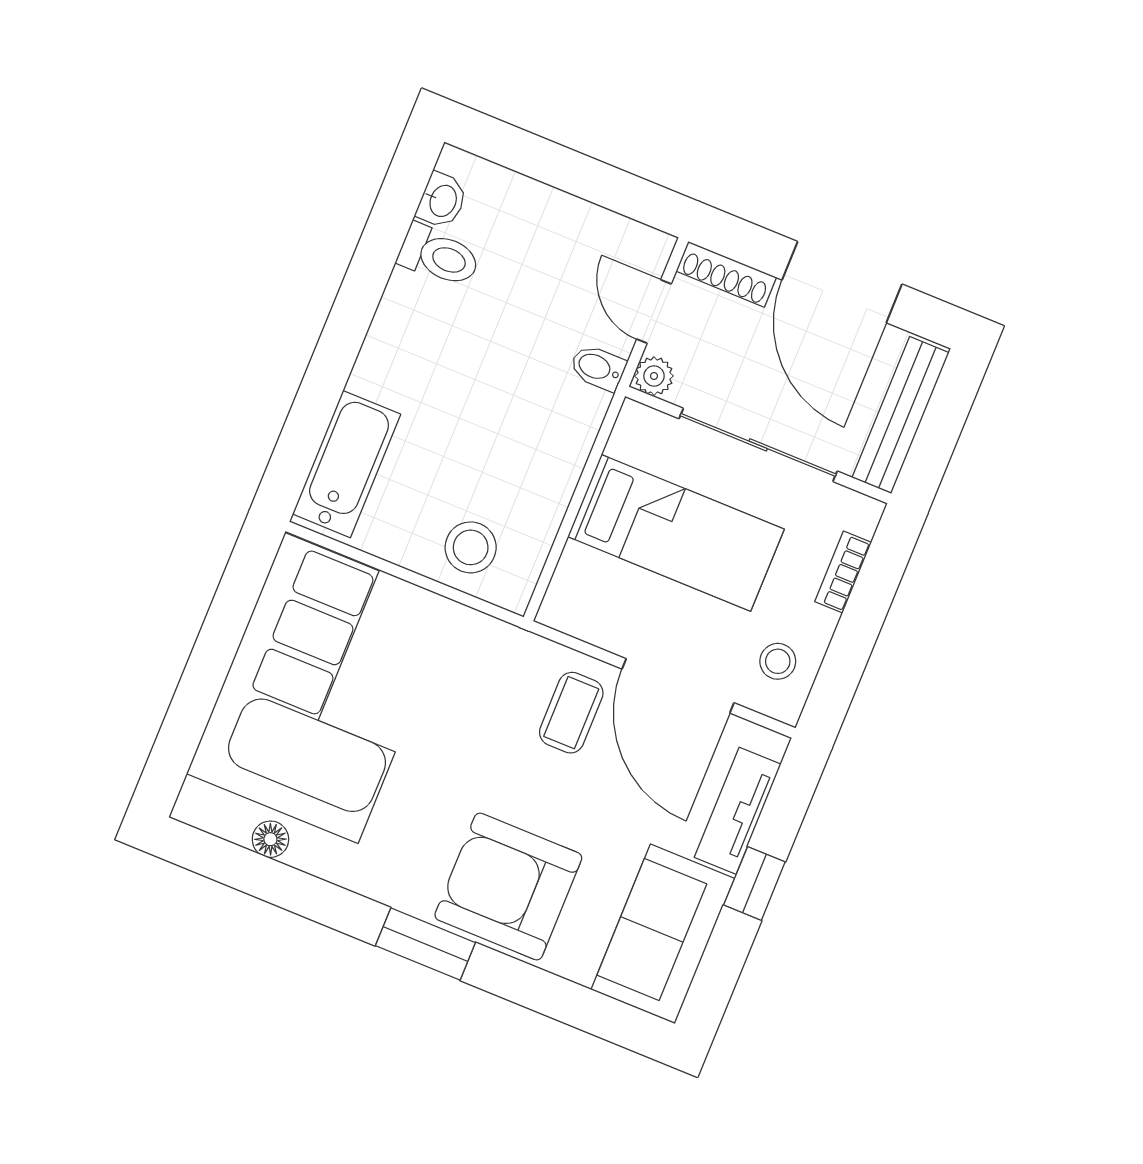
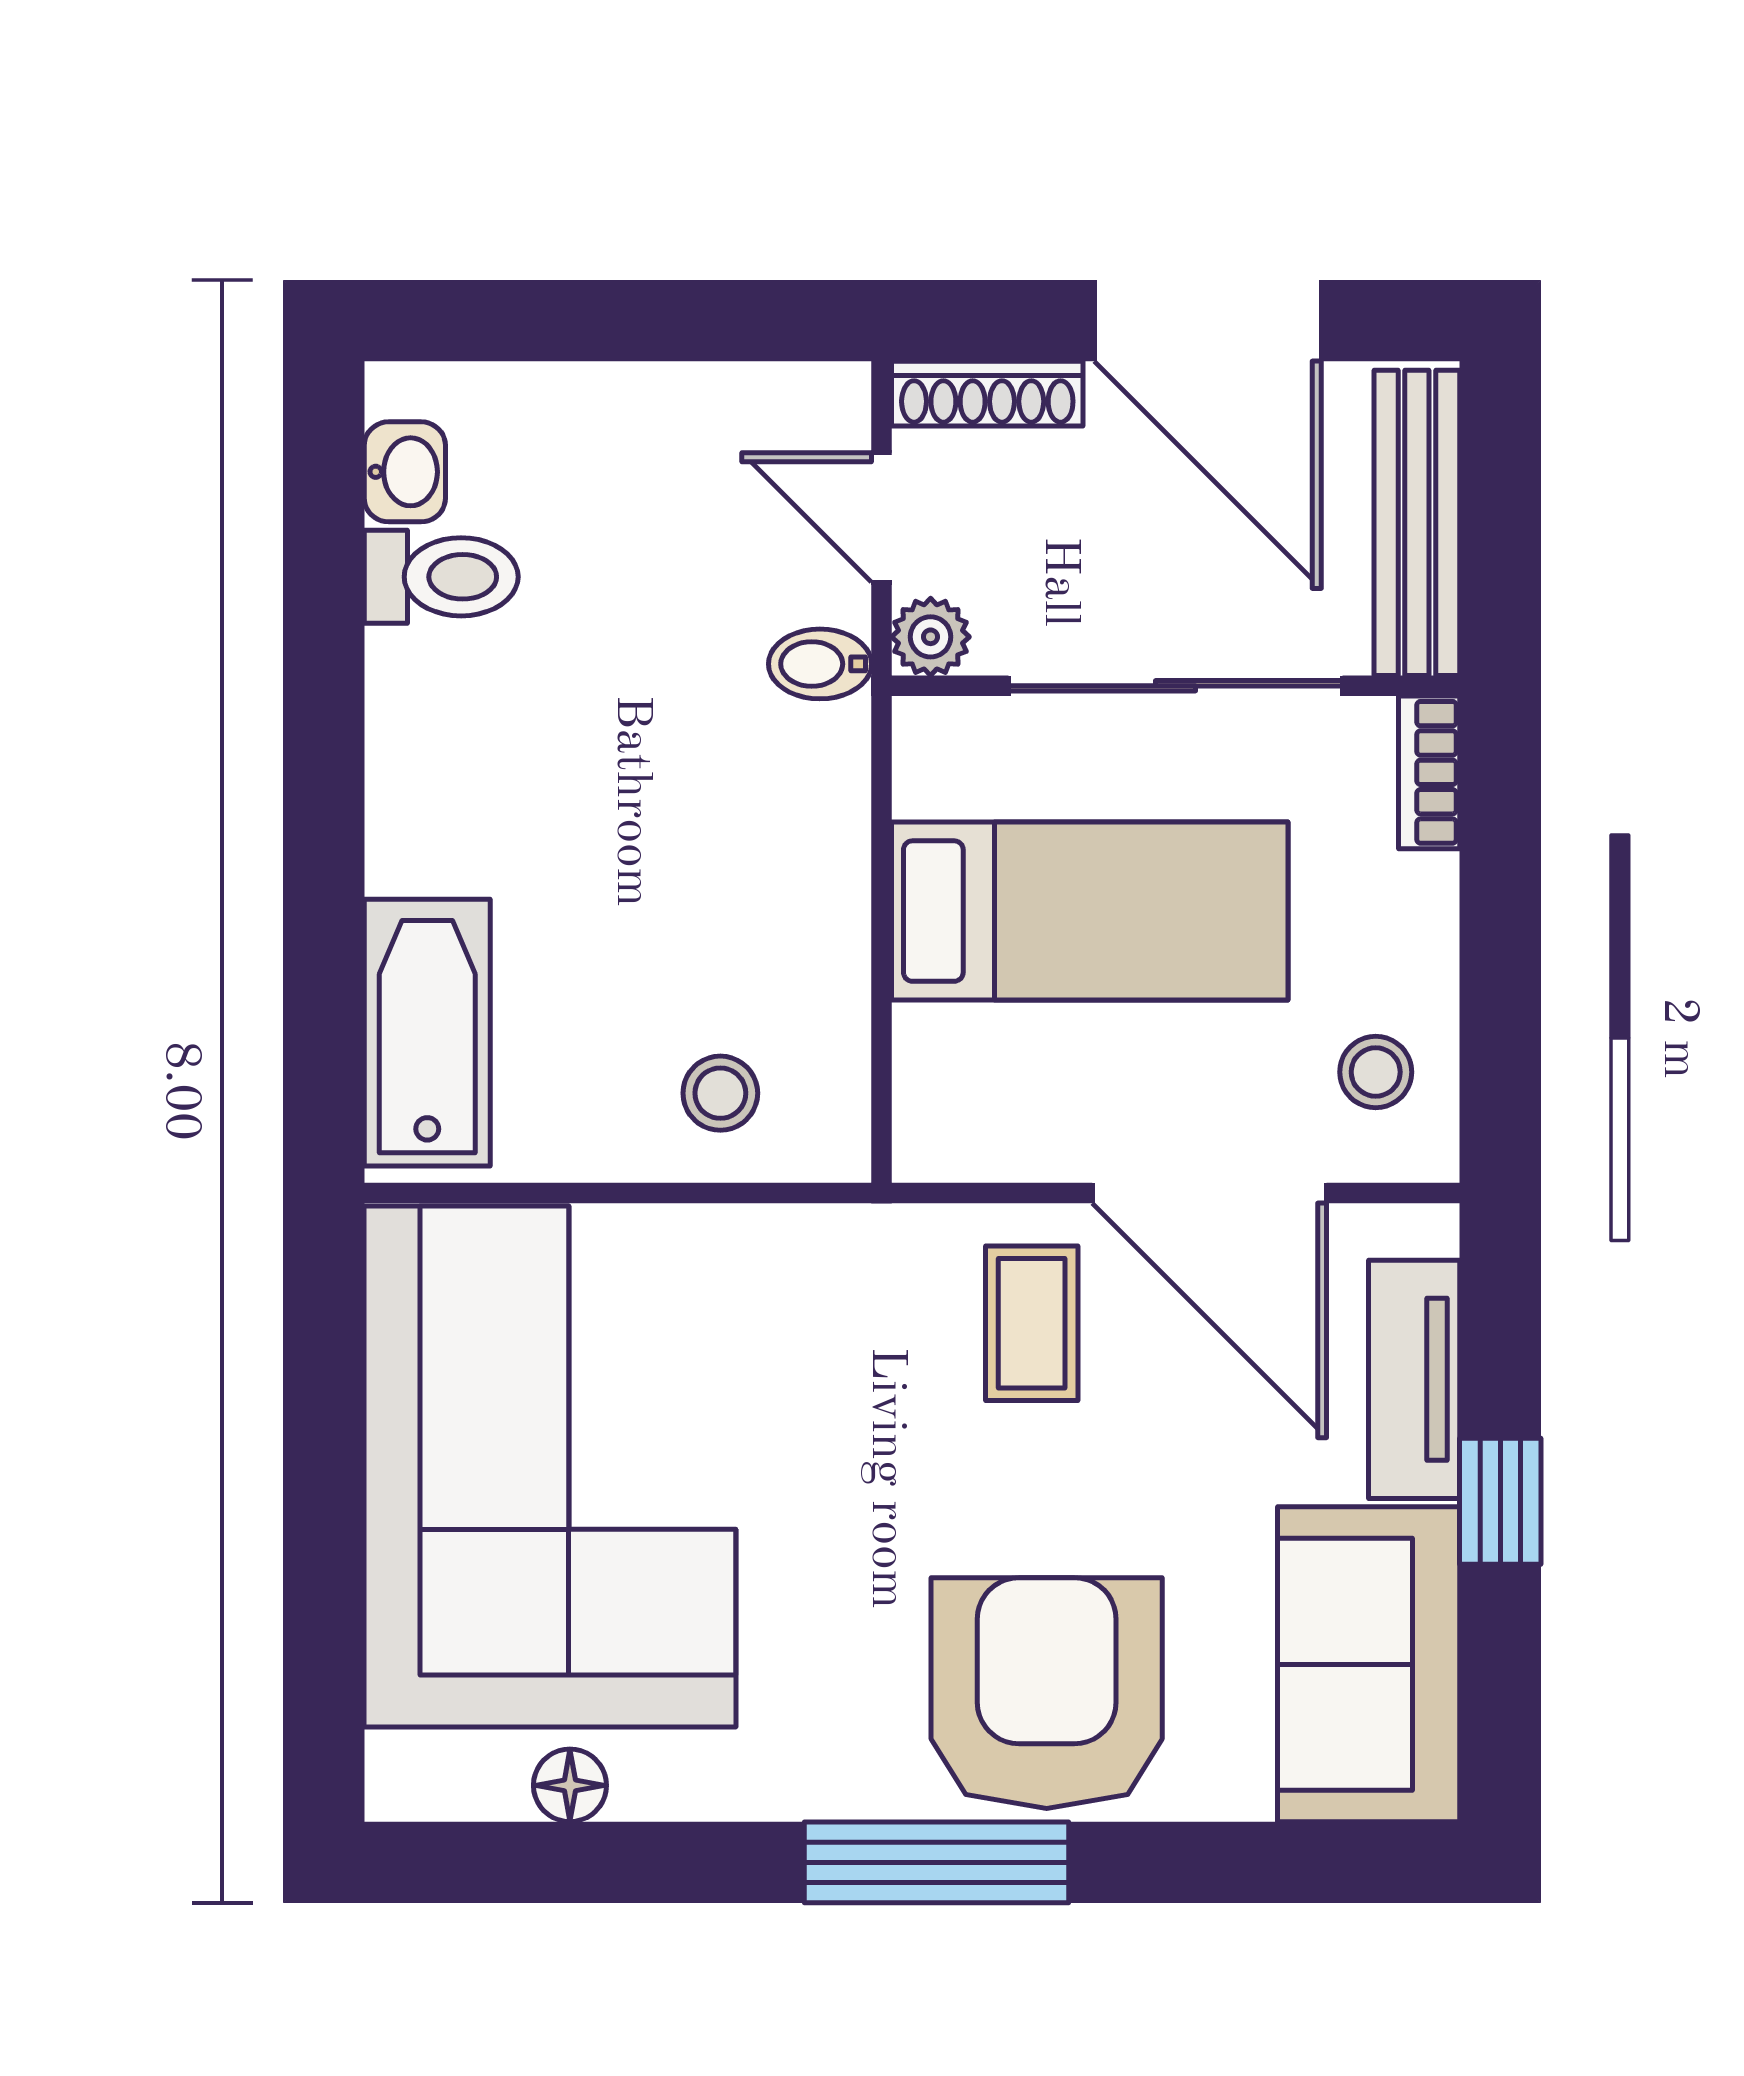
stool: (471, 547) -> (720, 1093), width x0.73, depth x0.73
bookcase: (843, 572) -> (1429, 772), moved
armchair: (508, 886) -> (1047, 1693), turned 90
window: (425, 944) -> (936, 1862), width x1.44

